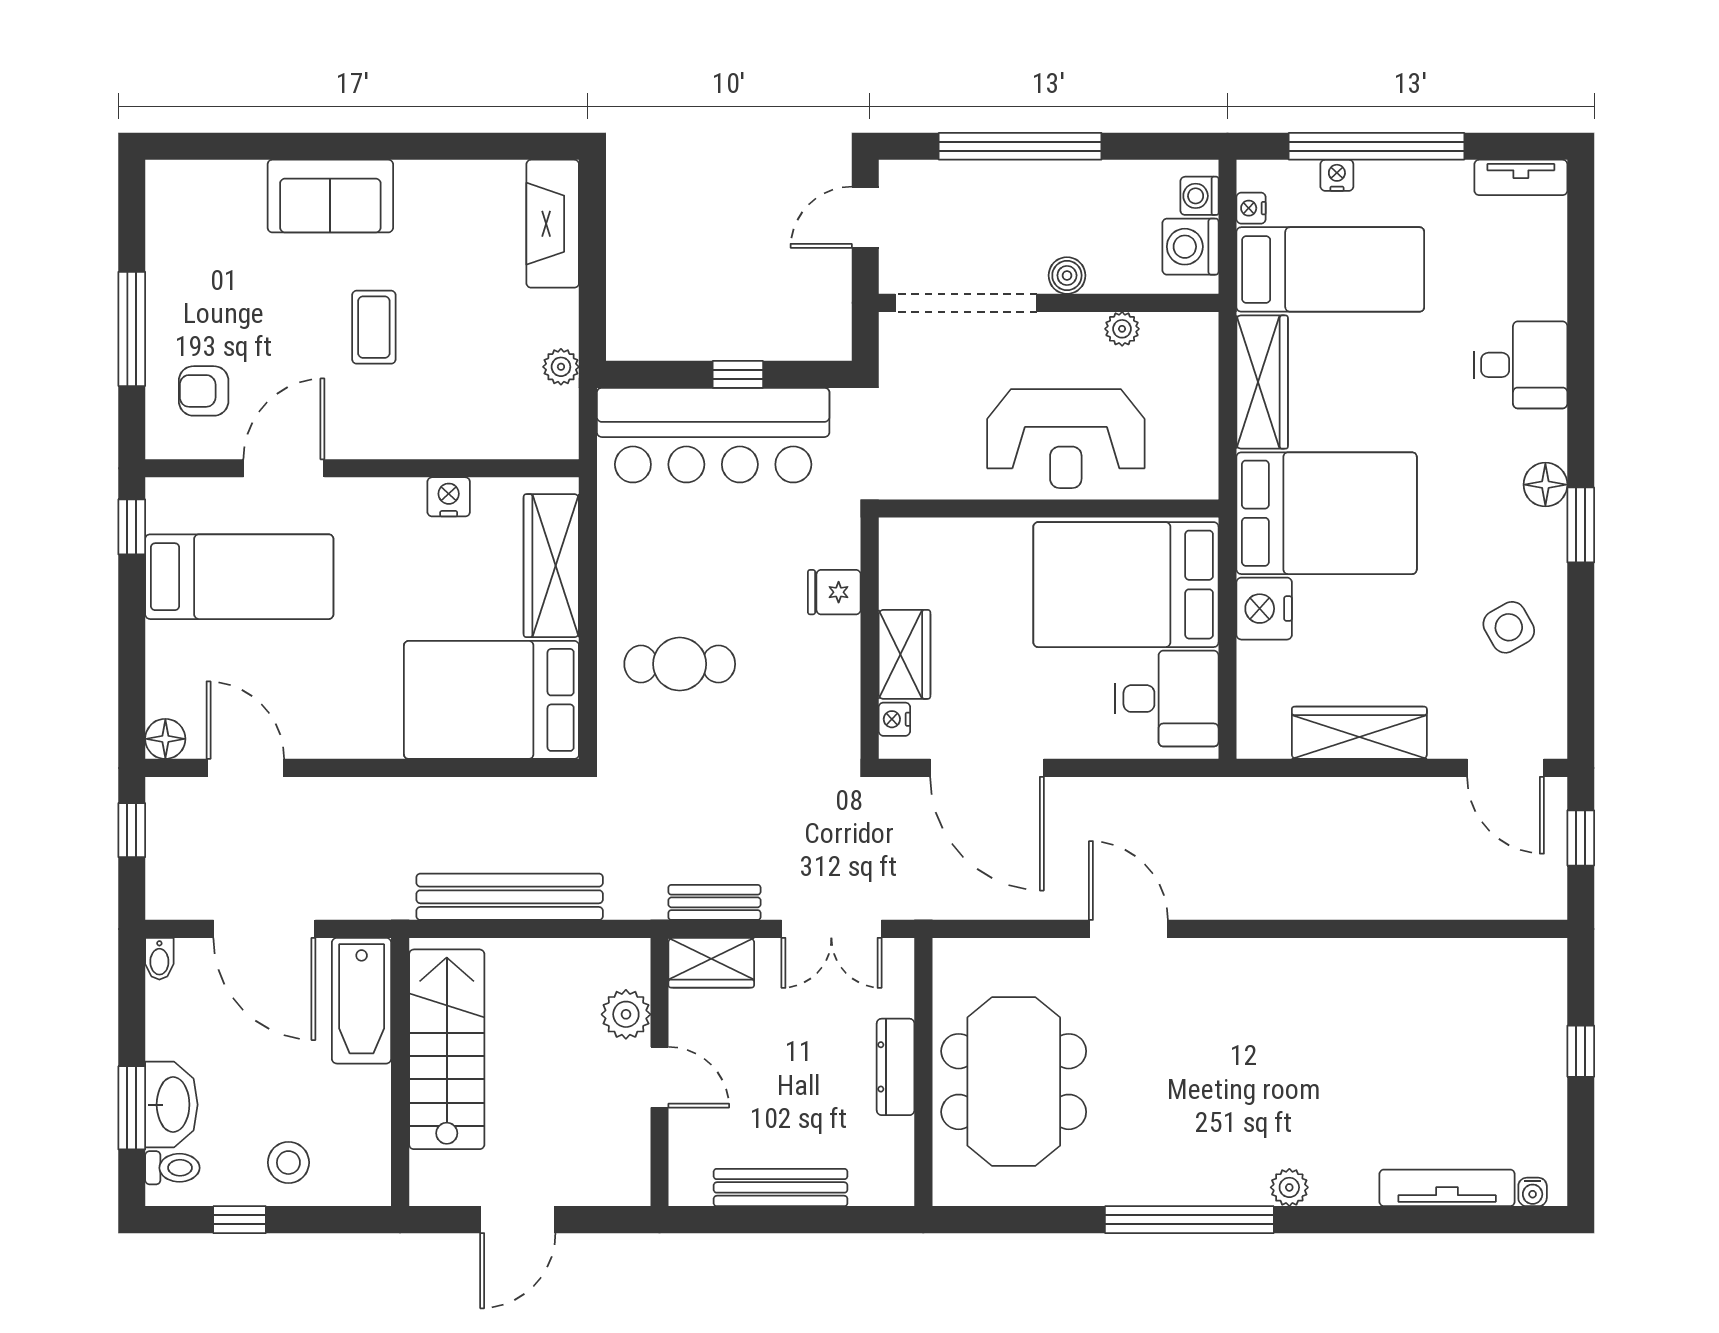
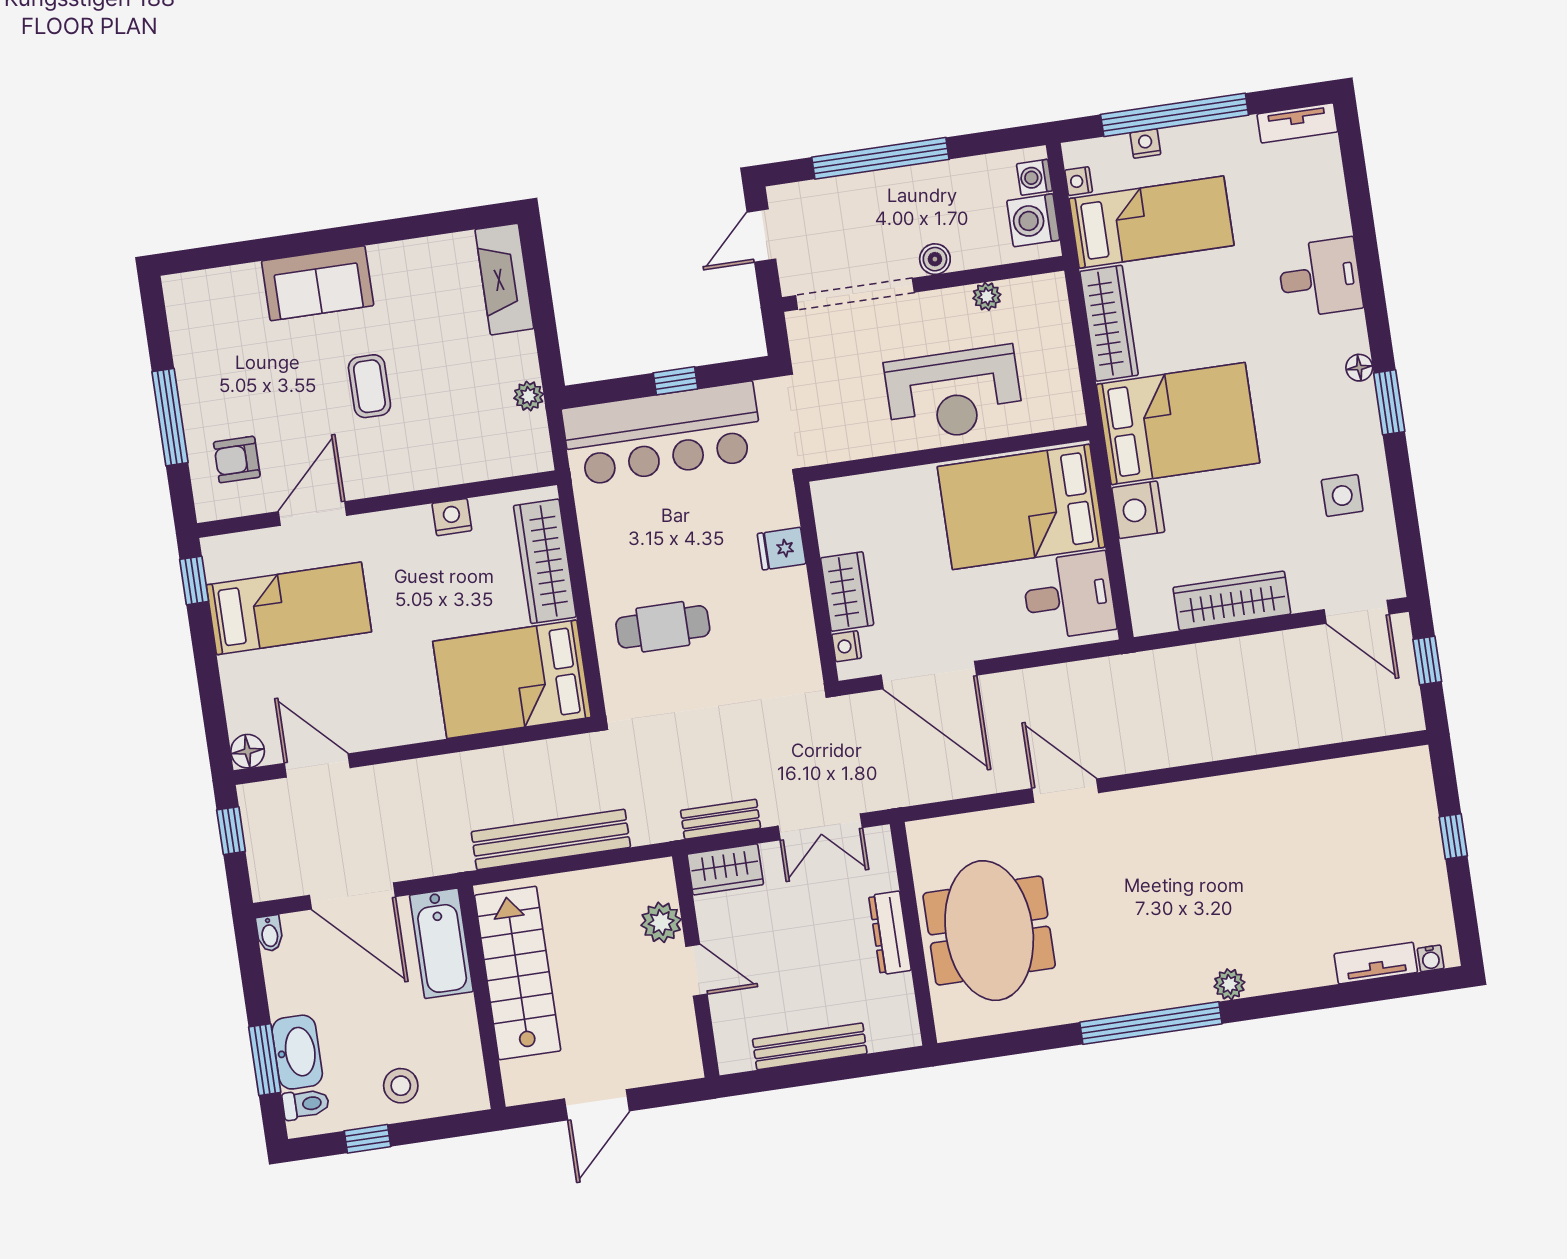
floor lamp: (1545, 485) -> (1359, 368), width x0.73, depth x0.73
side table: (1509, 627) -> (1342, 496), turned 30
tv unit: (1447, 1188) -> (1376, 963), width x0.71

